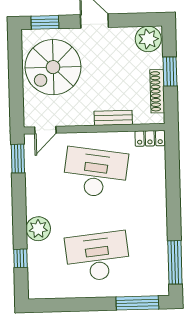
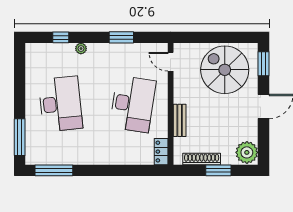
window: (18, 159) -> (121, 37), moved
plant: (38, 229) -> (81, 49), width x0.53, depth x0.53

